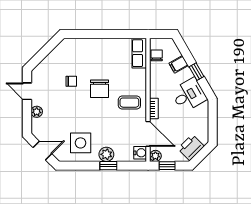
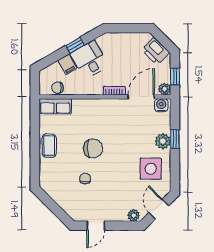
desk: (189, 95) -> (89, 60), moved
coffee table: (129, 103) -> (49, 146), moved
plant: (37, 112) -> (134, 215), moved

